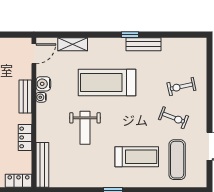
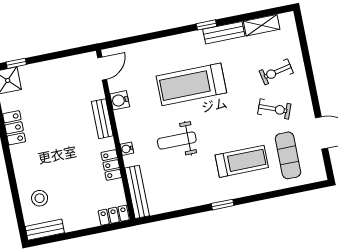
shelving: (73, 44) -> (262, 25), moved
water cooler: (41, 97) -> (127, 149), moved
weight bench: (85, 128) -> (177, 140), turned 90

